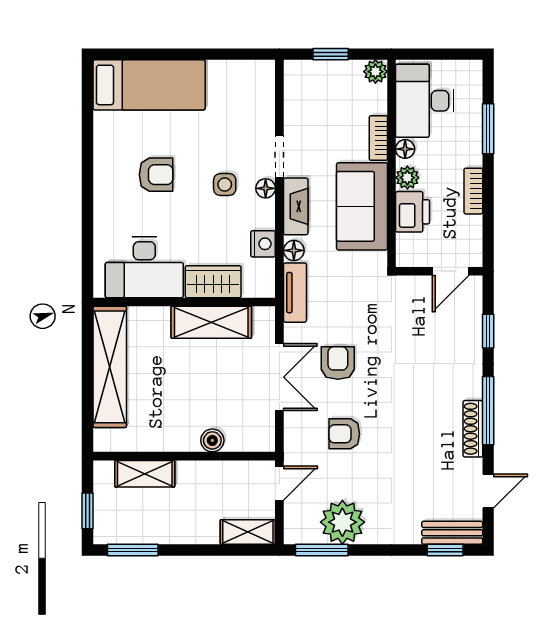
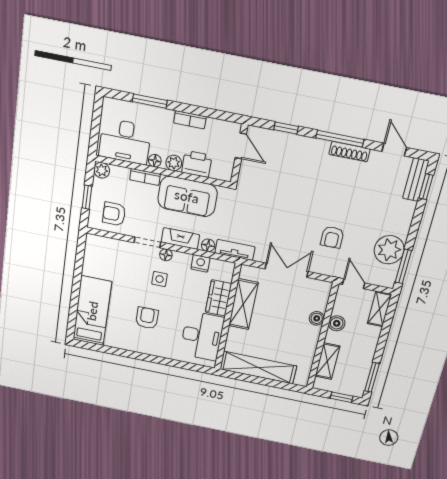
armchair: (338, 363) -> (114, 214), moved
boiler: (211, 473) -> (337, 323), added

